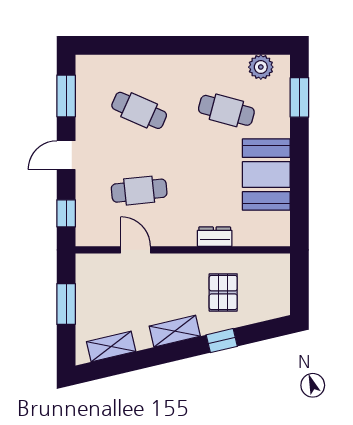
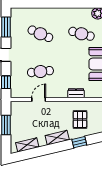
door: (135, 250) -> (39, 99), hinge flipped

